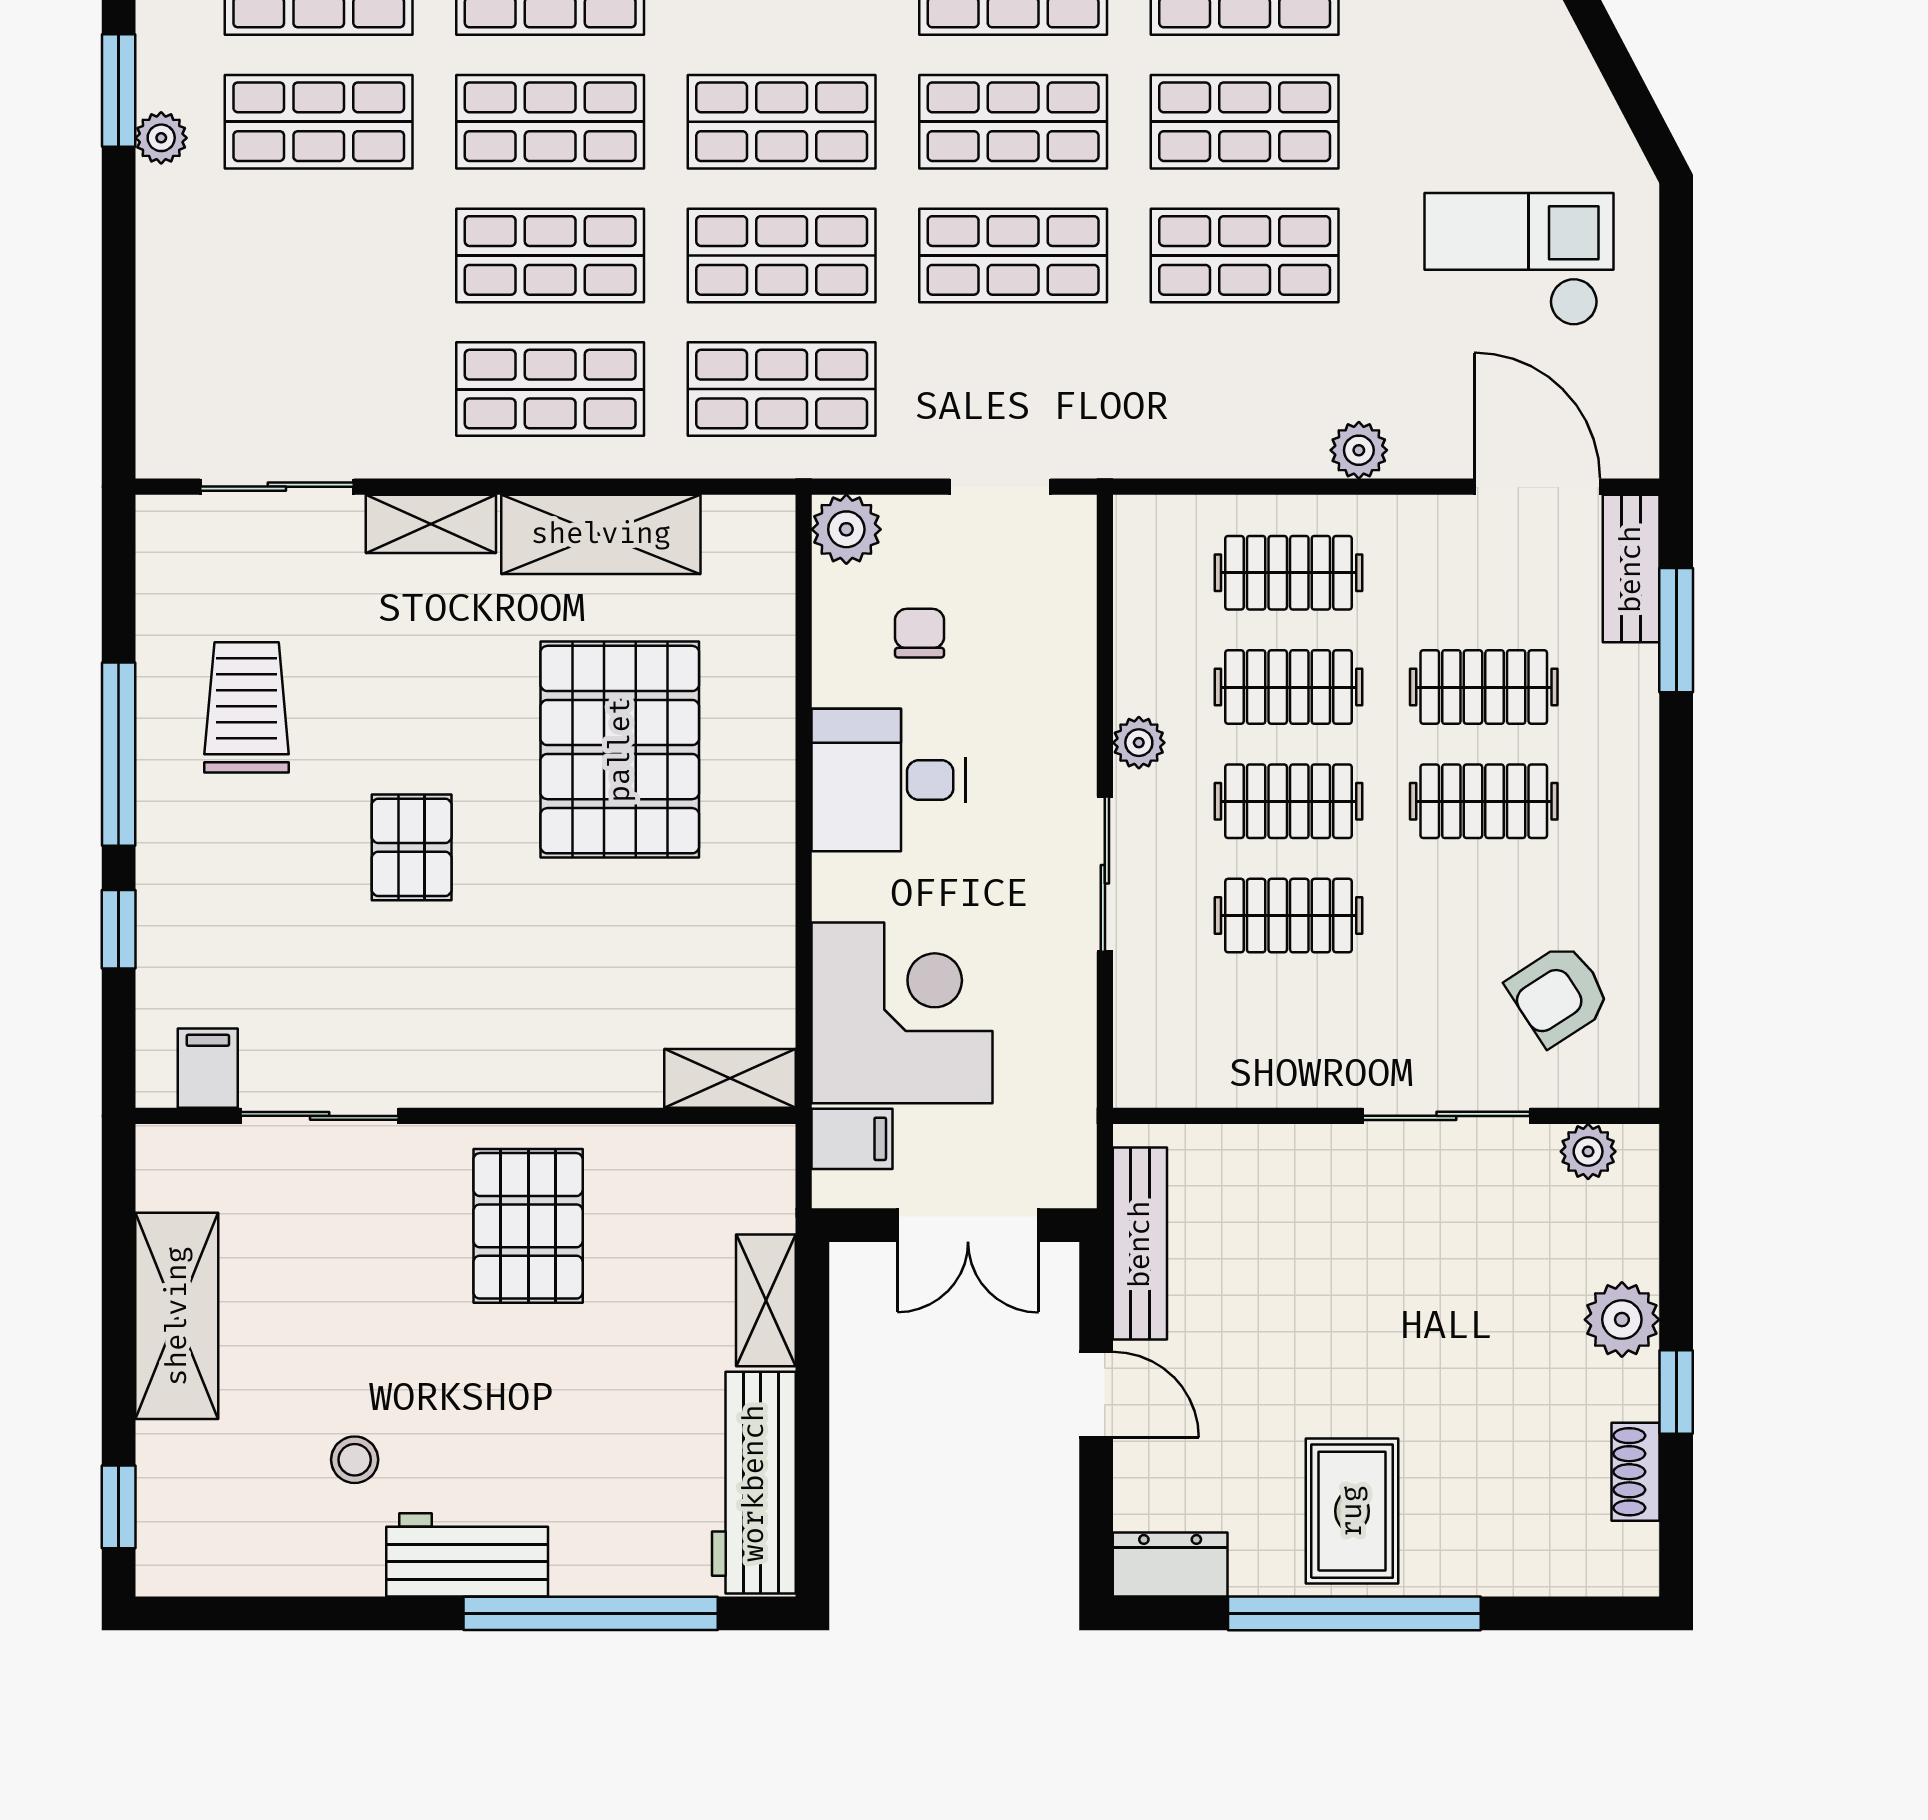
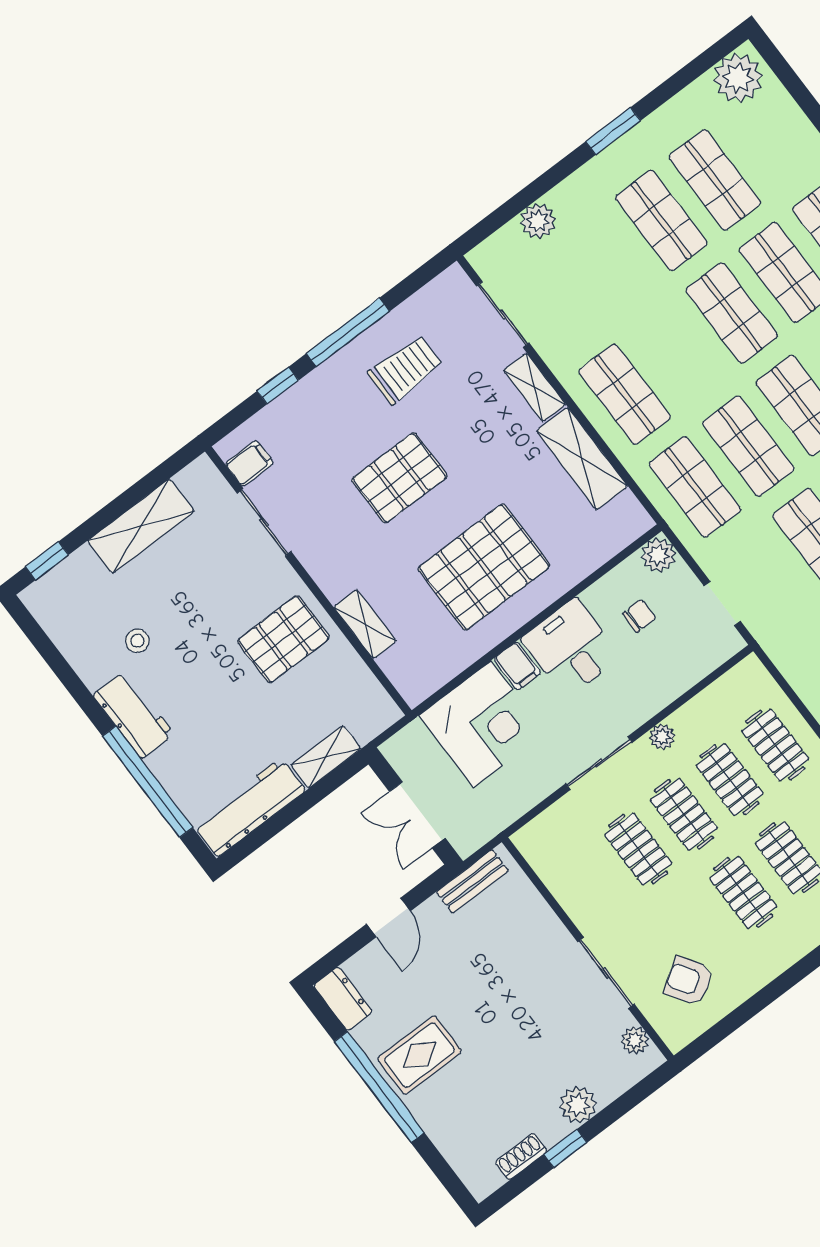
plant: (161, 138) -> (538, 221), moved, width x1.38, depth x1.38
shop shelf: (550, 255) -> (678, 354), removed
pallet: (620, 750) -> (484, 567), moved
pallet: (412, 847) -> (399, 478), width x1.50, depth x1.42
shelving: (730, 1078) -> (365, 624), moved
filing cabinet: (852, 1139) -> (517, 666), moved
bench: (1140, 1244) -> (472, 881), width x0.73

